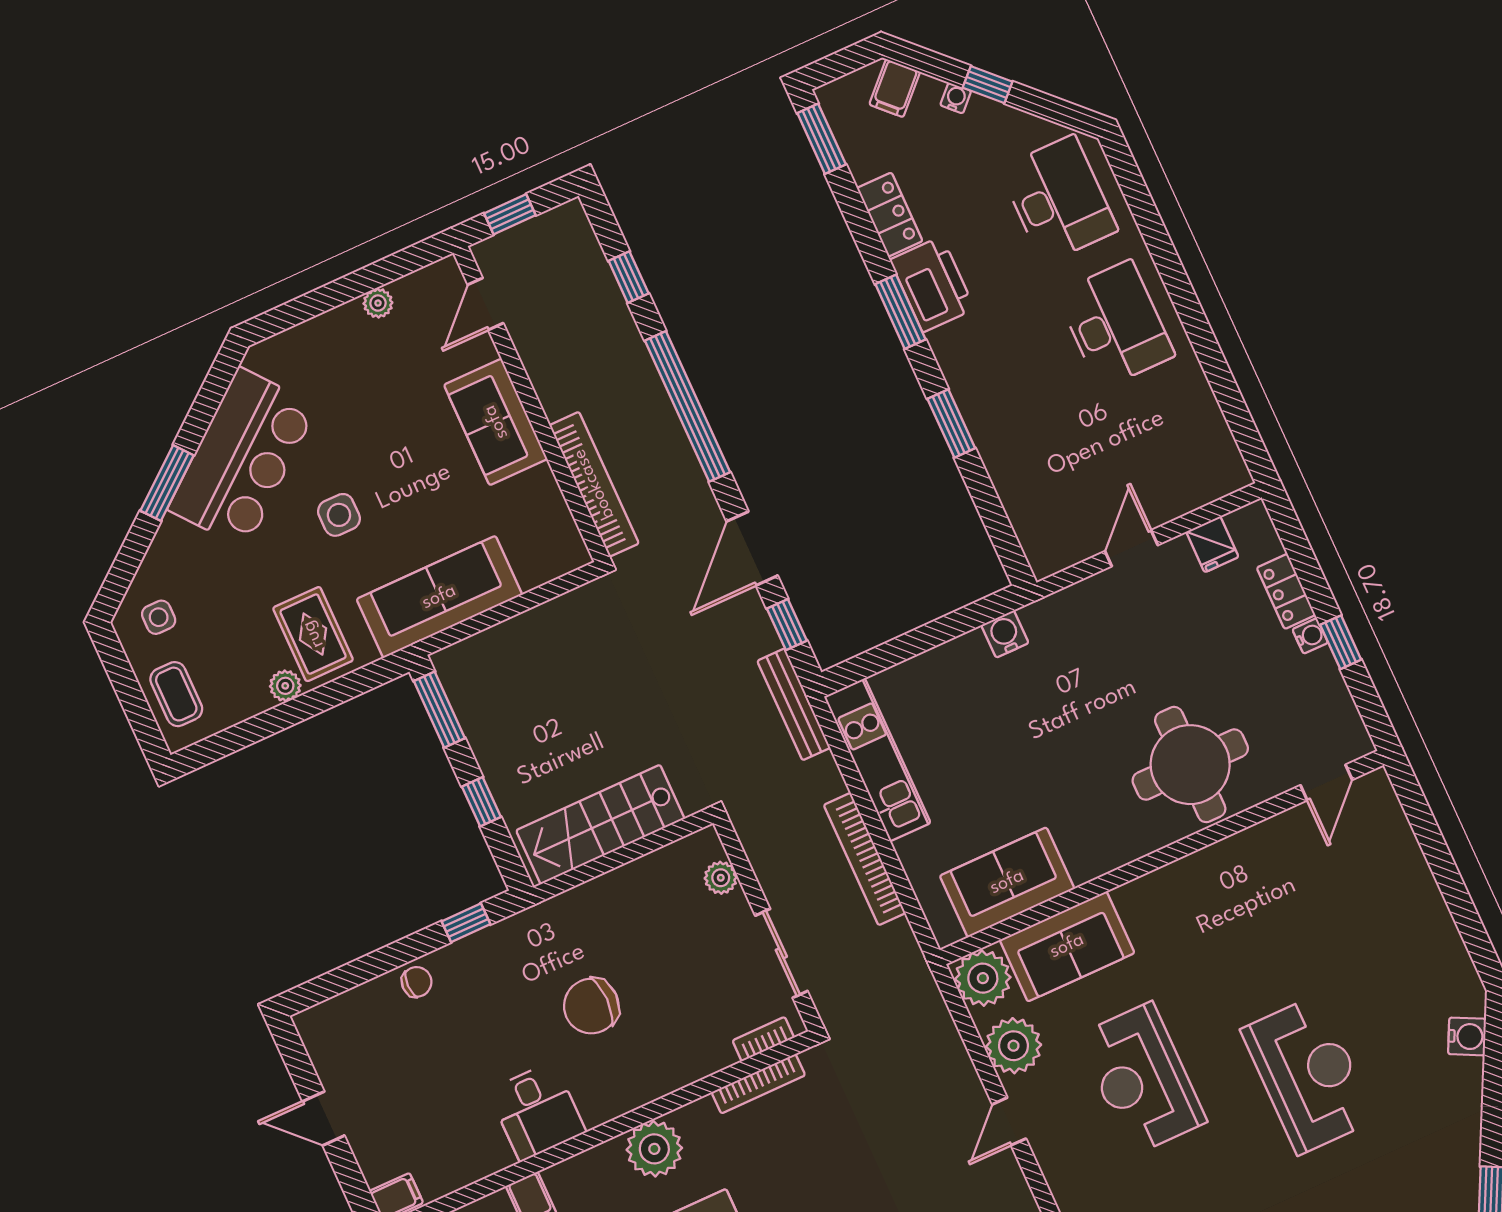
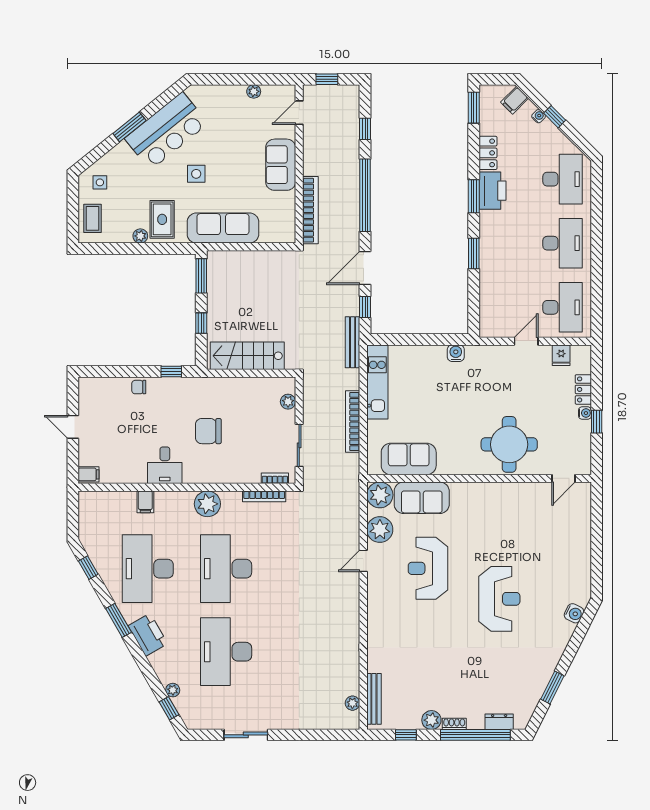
desk: (1173, 449) -> (563, 307), added
chair: (417, 982) -> (139, 387), turned 180

